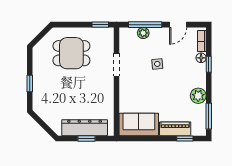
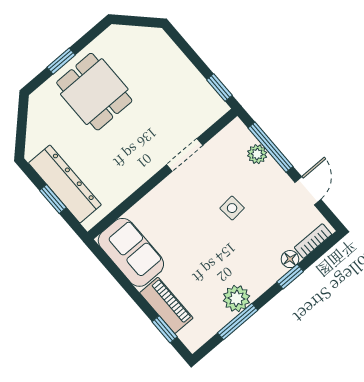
door: (178, 25) -> (308, 191), swing flipped
dining table: (71, 53) -> (94, 92), moved
window: (209, 116) -> (238, 322), moved

